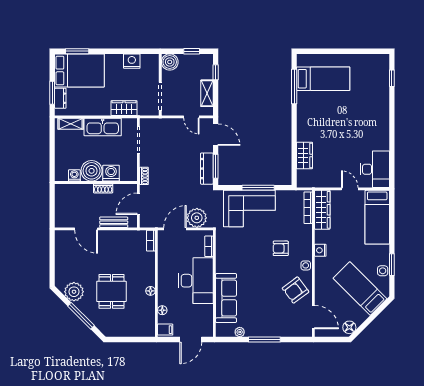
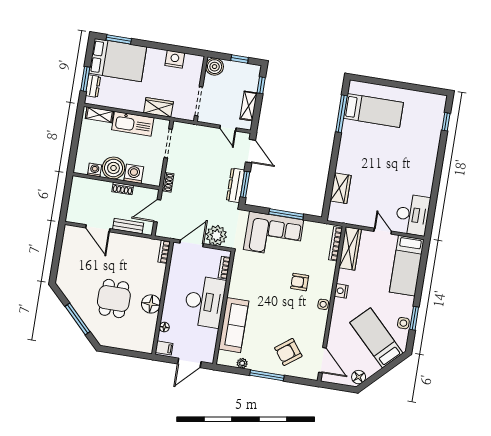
armchair: (296, 290) -> (288, 352), moved
floor lamp: (150, 291) -> (151, 304), width x1.89, depth x1.89
plant: (74, 292) -> (74, 292), removed

